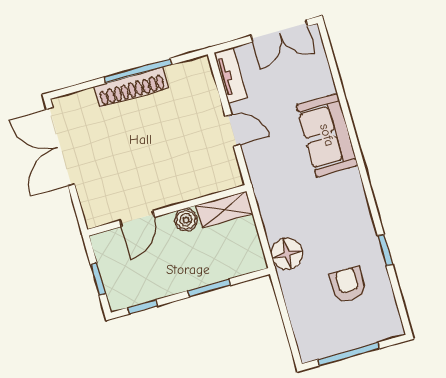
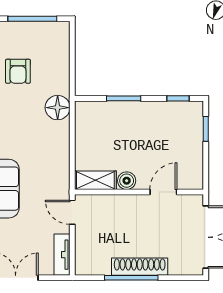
wall: (167, 210) -> (139, 192), moved
shelving: (224, 210) -> (95, 180), moved
door: (137, 219) -> (163, 192), moved
boiler: (186, 220) -> (127, 181), moved

